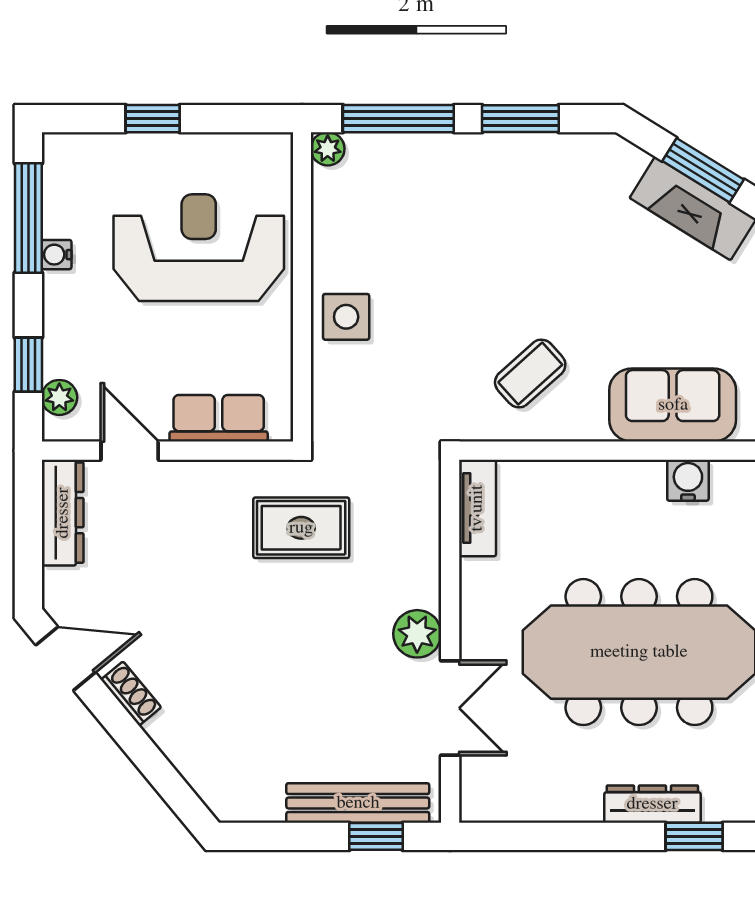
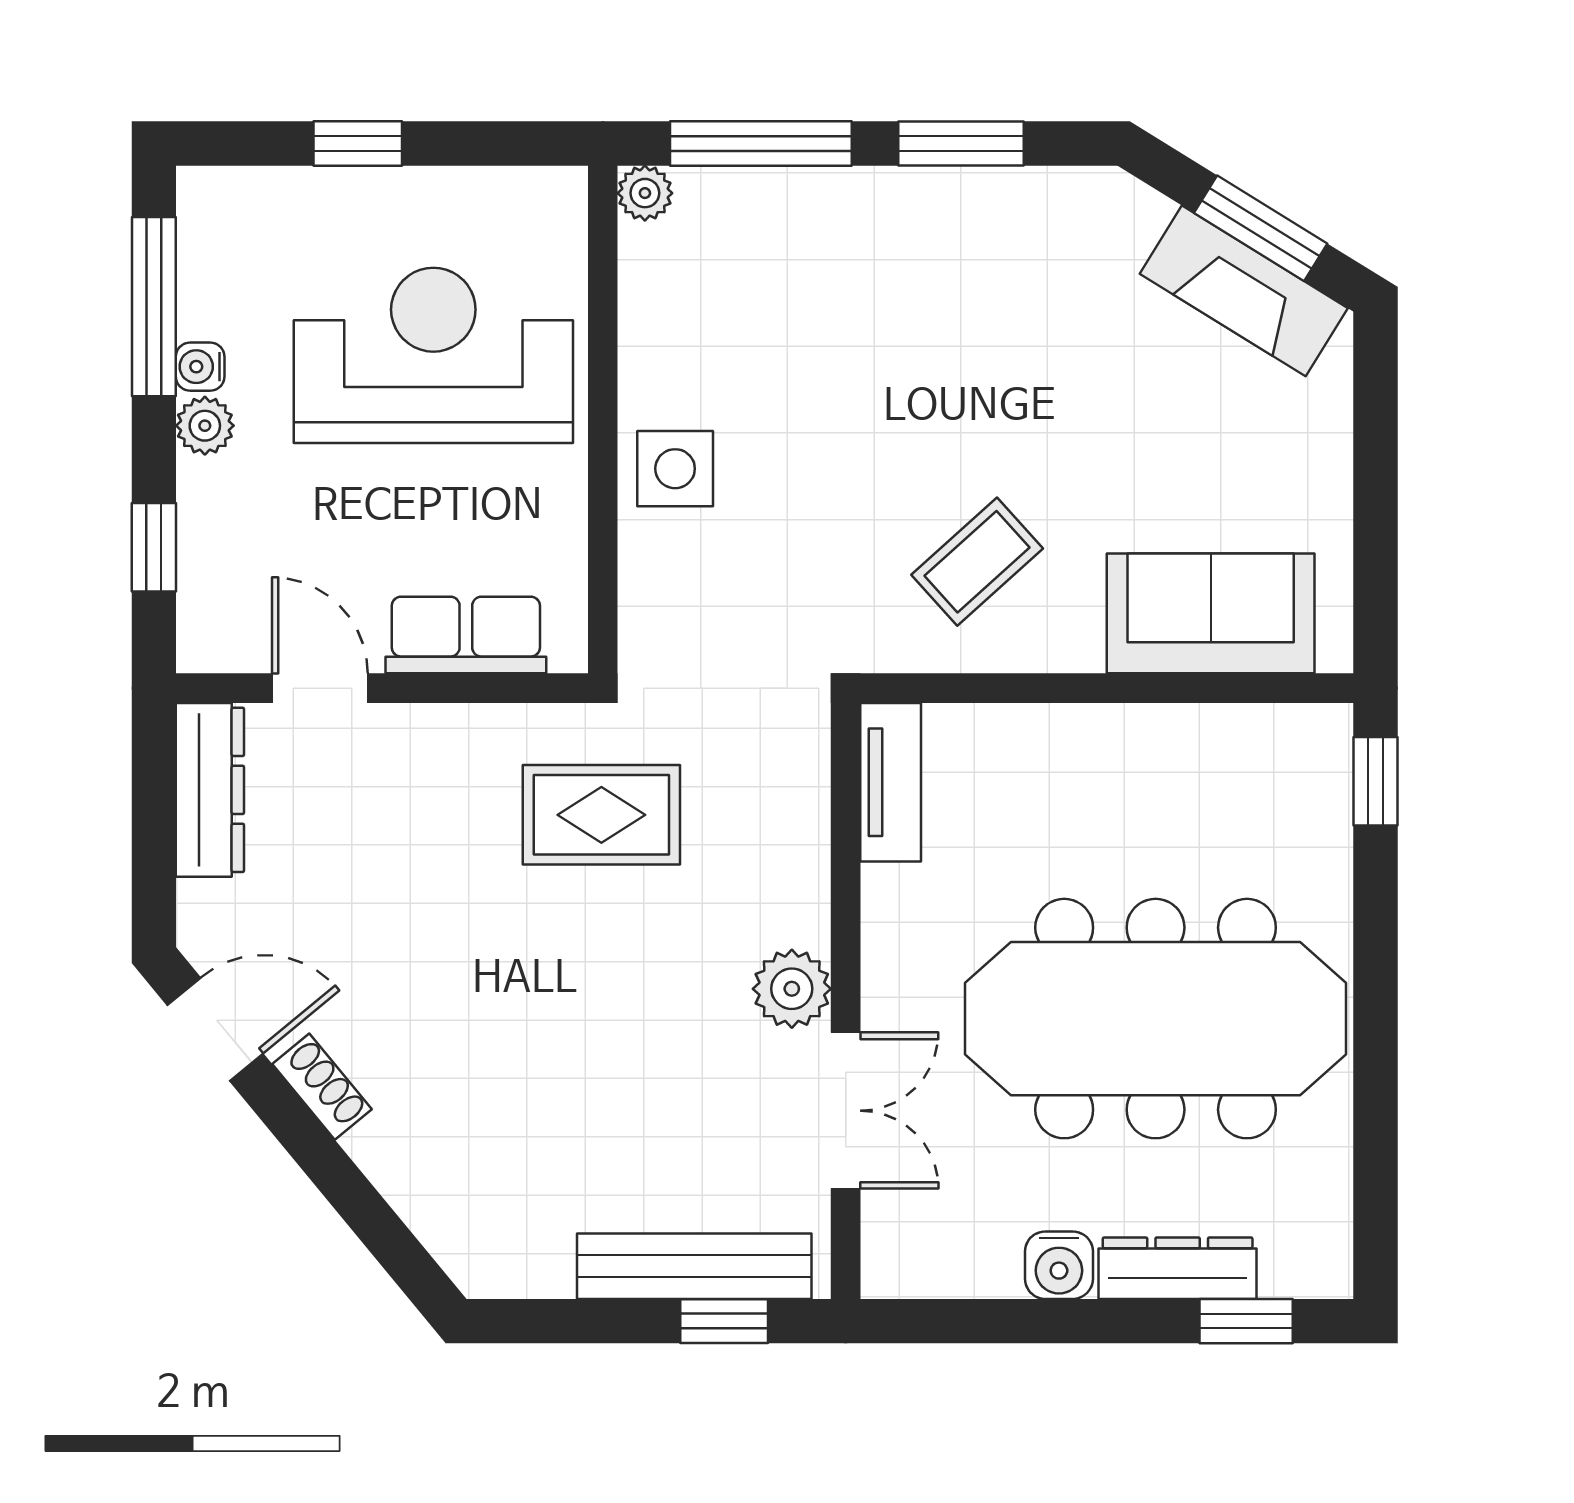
plant: (59, 397) -> (205, 426), moved
water cooler: (688, 480) -> (1059, 1265), moved, turned 180

